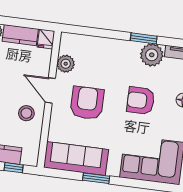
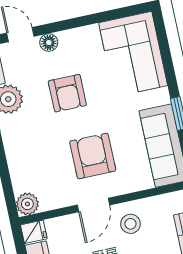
plant: (66, 64) -> (27, 204), moved
armchair: (87, 103) -> (93, 156), turned 90

